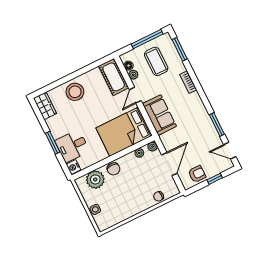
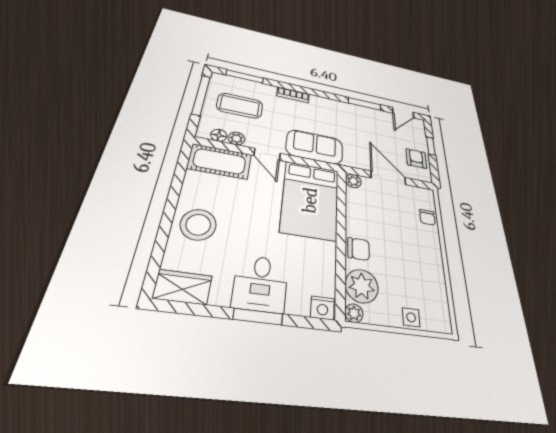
desk: (72, 146) -> (261, 283), moved
plant: (139, 153) -> (354, 313), moved

